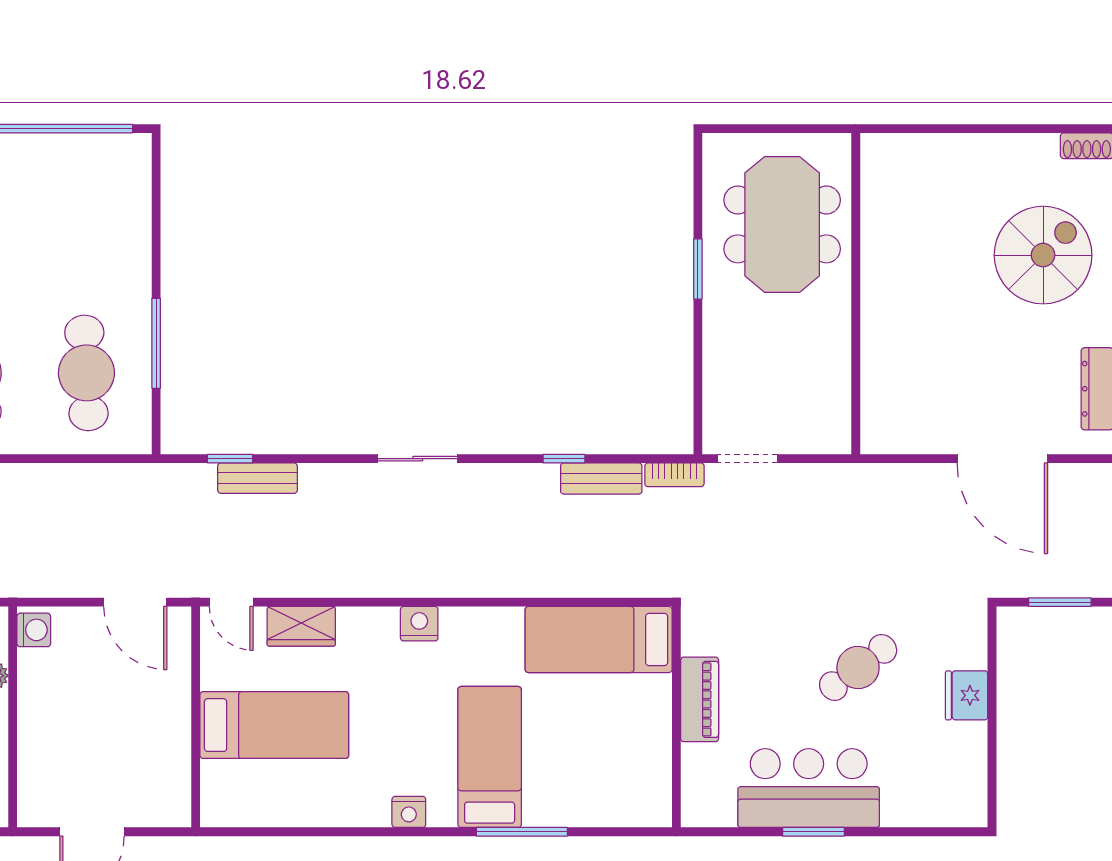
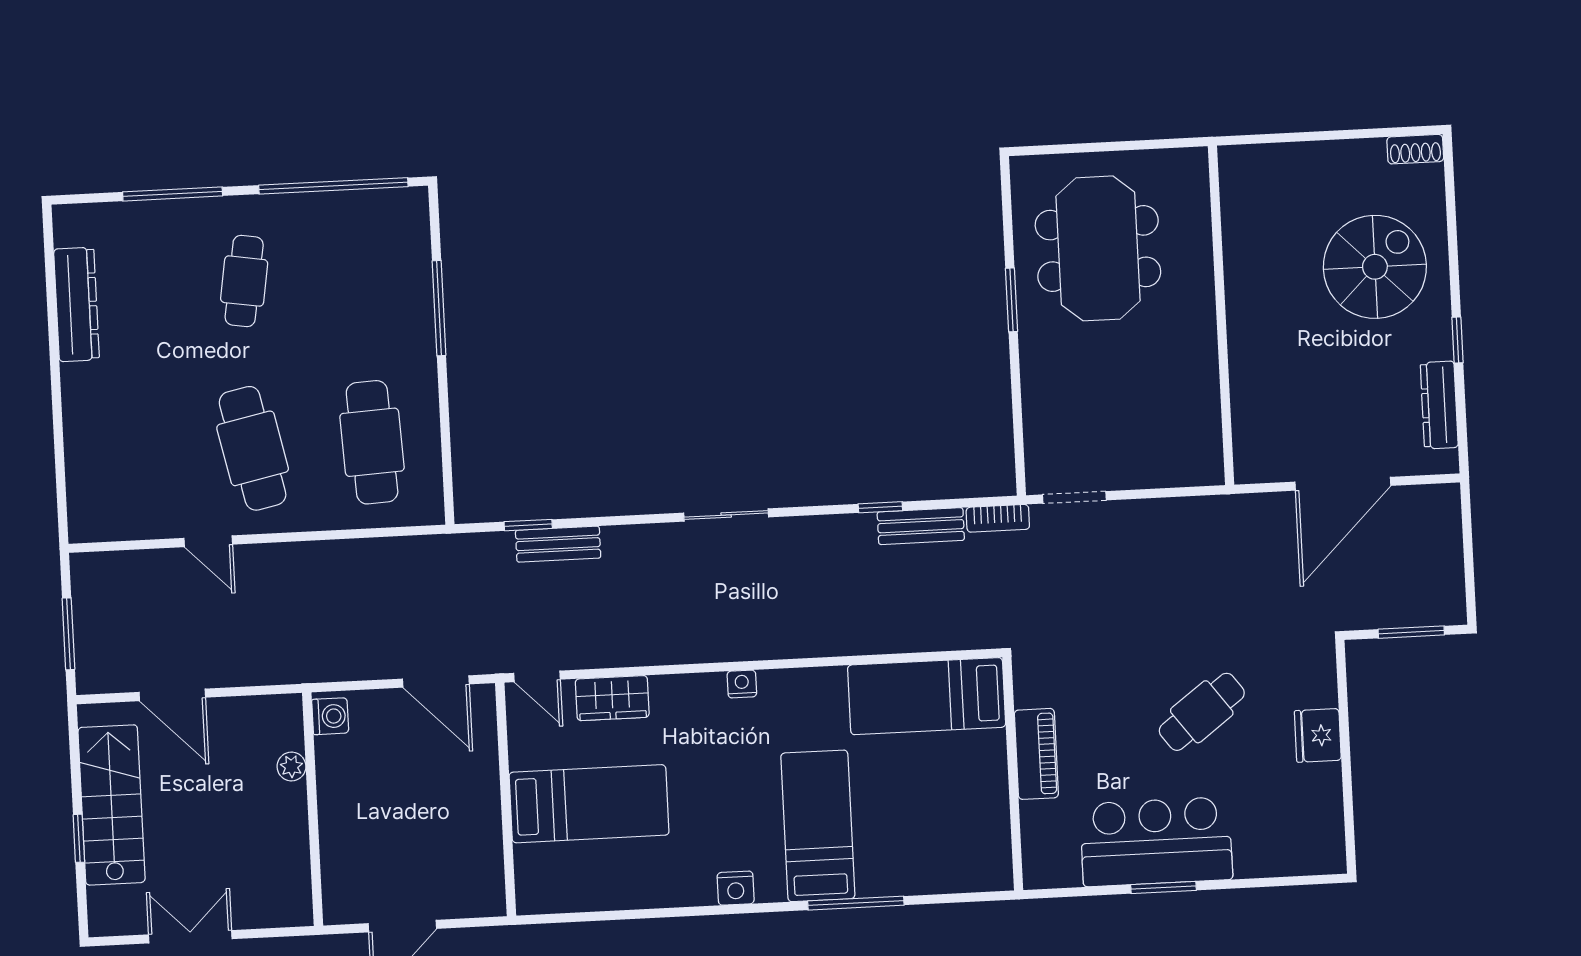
wall: (856, 294) -> (1221, 315), moved
window: (156, 343) -> (439, 308), moved
door: (1002, 459) -> (1343, 484), hinge flipped
nightstand: (419, 624) -> (742, 684), width x0.72, depth x0.74

